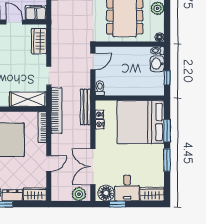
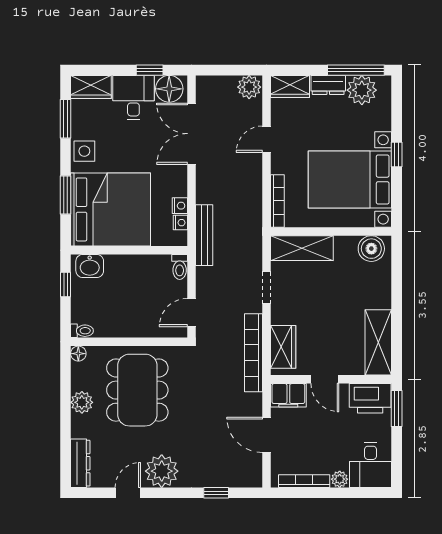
washbasin: (157, 64) -> (90, 266), moved, turned 90
bookcase: (56, 110) -> (253, 353), moved
side table: (156, 156) -> (84, 151), added
window: (167, 160) -> (66, 119), moved
double door: (93, 167) -> (192, 134), swing flipped
plant: (79, 194) -> (249, 87), moved

